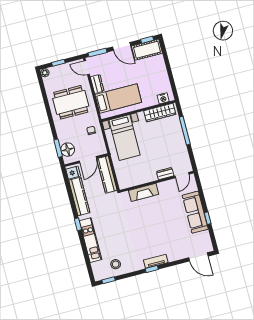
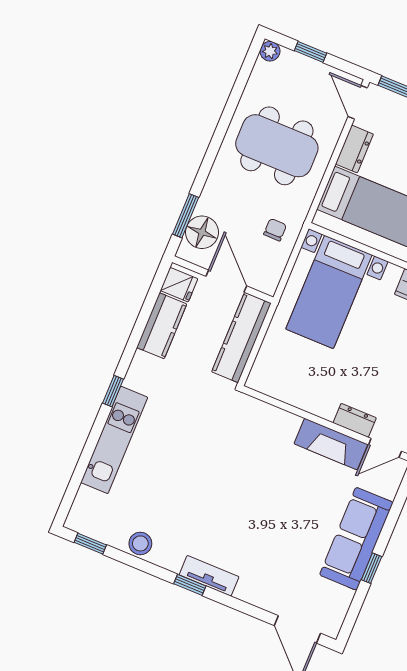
door: (88, 160) -> (226, 281), swing flipped
fireplace: (144, 192) -> (331, 444), moved
kitchen counter: (79, 196) -> (162, 326), width x0.67
stool: (116, 264) -> (140, 543), moved

